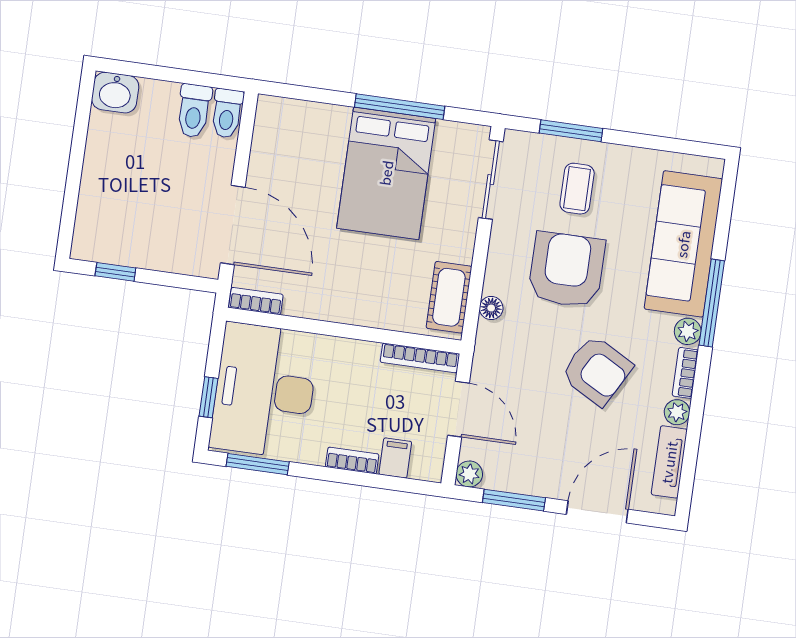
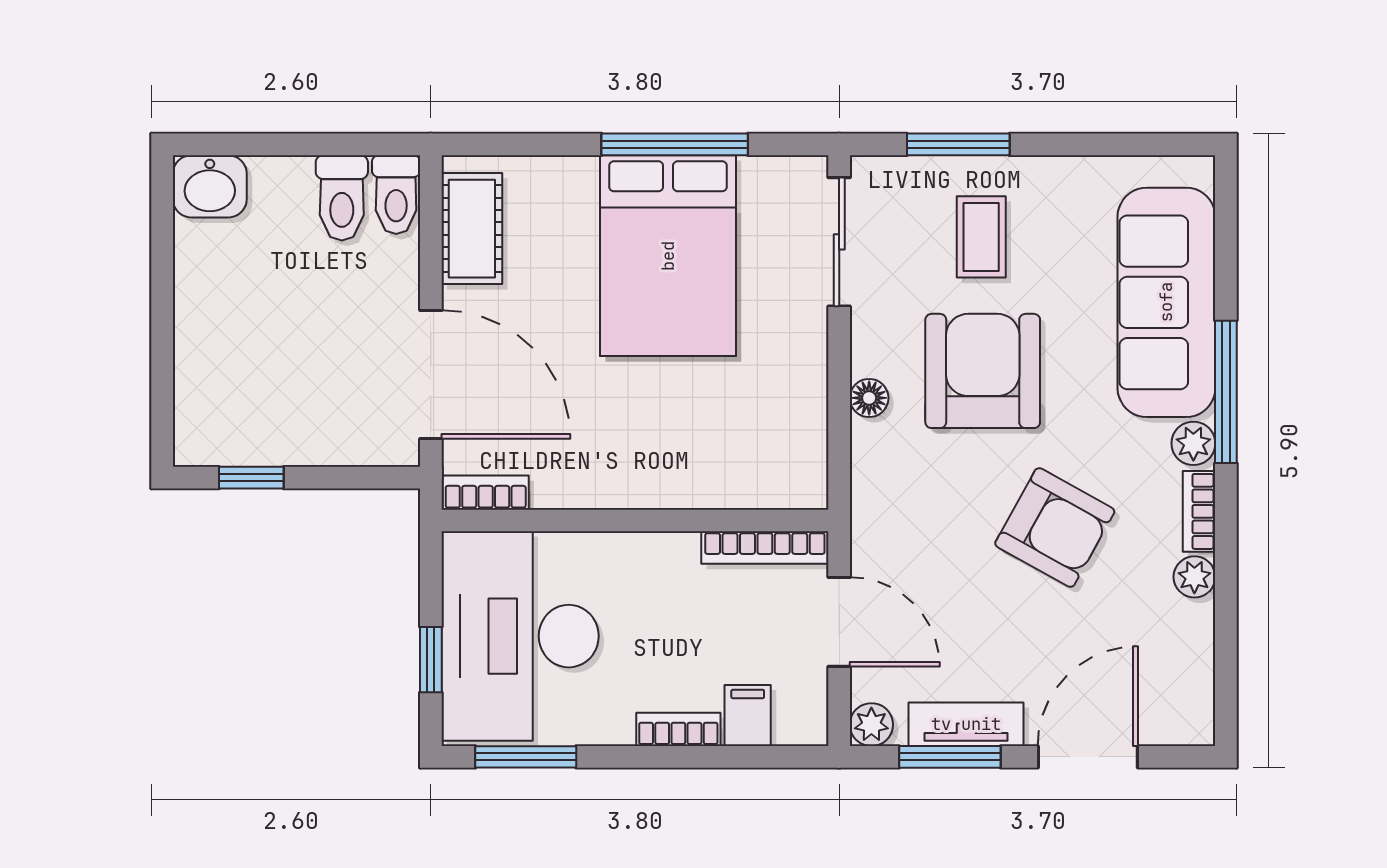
cot: (449, 297) -> (472, 229), moved
floor lamp: (491, 308) -> (869, 398), moved
tv unit: (669, 462) -> (966, 724), moved, turned 90

